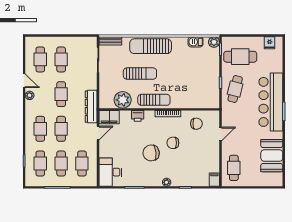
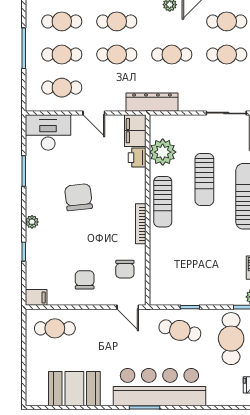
printer: (138, 116) -> (137, 158), moved
door: (98, 133) -> (94, 113), moved
door: (220, 134) -> (128, 307), moved
chair: (173, 143) -> (85, 280), moved

